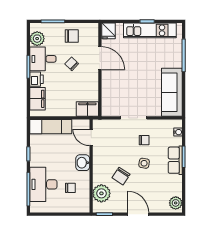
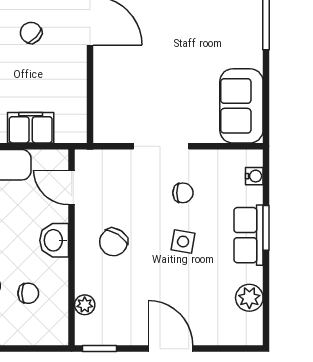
sofa: (172, 92) -> (241, 106), width x0.73
filing cabinet: (87, 109) -> (31, 128), moved
chair: (121, 176) -> (113, 242), moved
plant: (101, 193) -> (85, 305), width x0.53, depth x0.53
plant: (176, 203) -> (249, 298), moved

